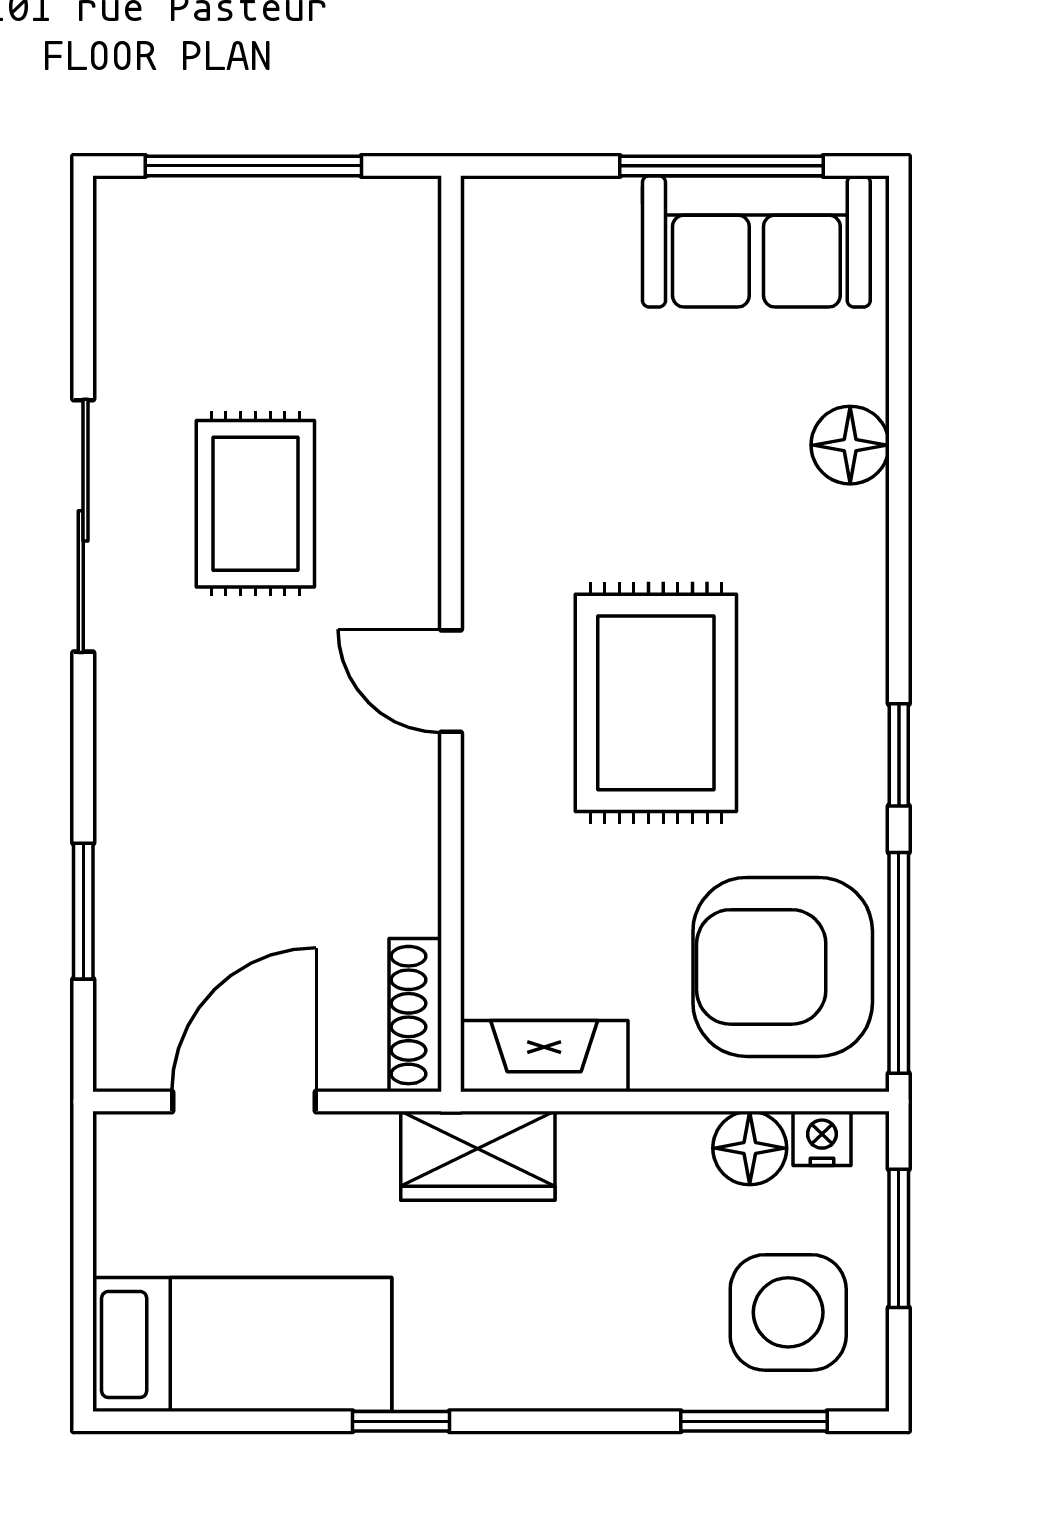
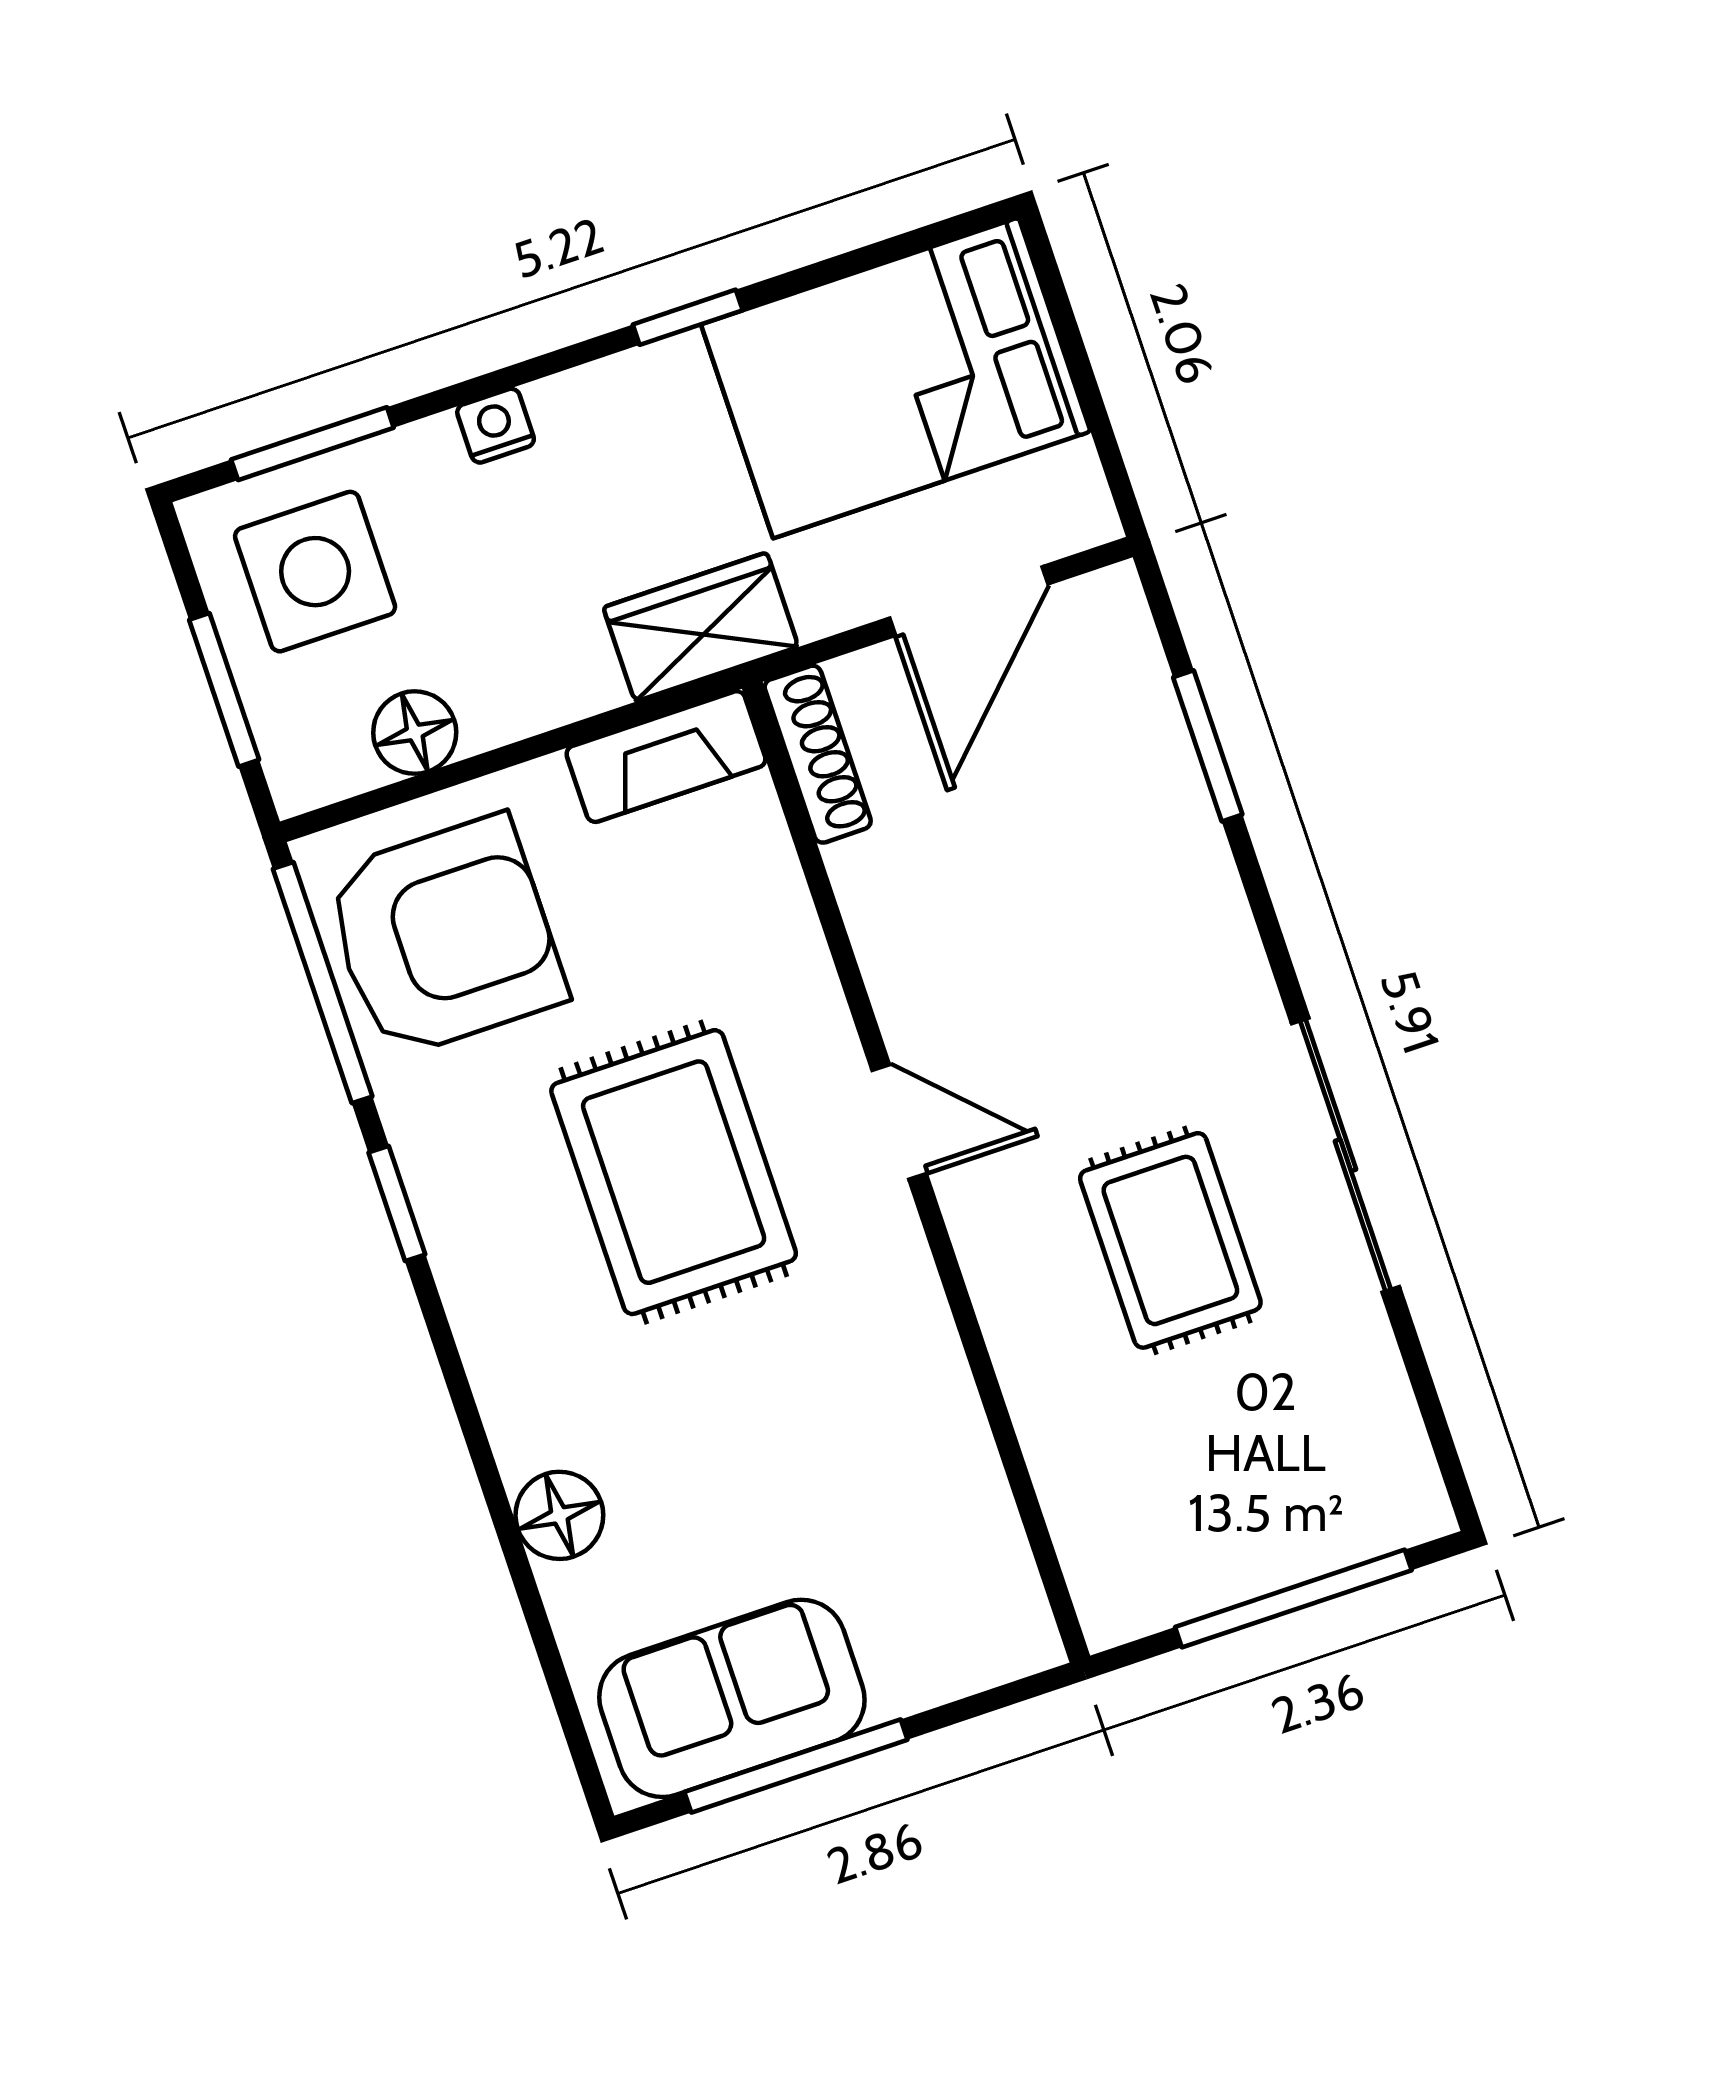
nightstand: (822, 1138) -> (496, 426), moved, turned 180
bed: (242, 1344) -> (896, 378), width x1.50

